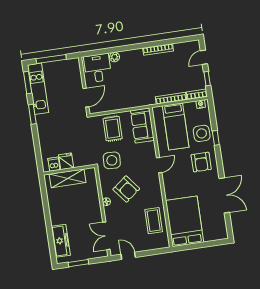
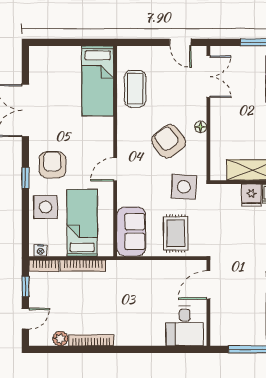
plant: (115, 57) -> (60, 339), moved
window: (216, 138) -> (25, 178), moved
bed: (185, 221) -> (98, 81), width x0.67

